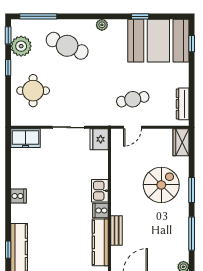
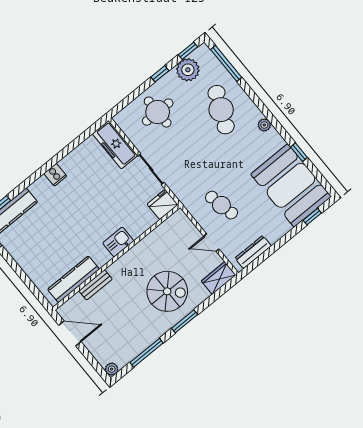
door: (133, 127) -> (211, 243), moved
freezer: (26, 138) -> (115, 145), width x1.40
cooker: (100, 210) -> (101, 257), removed

